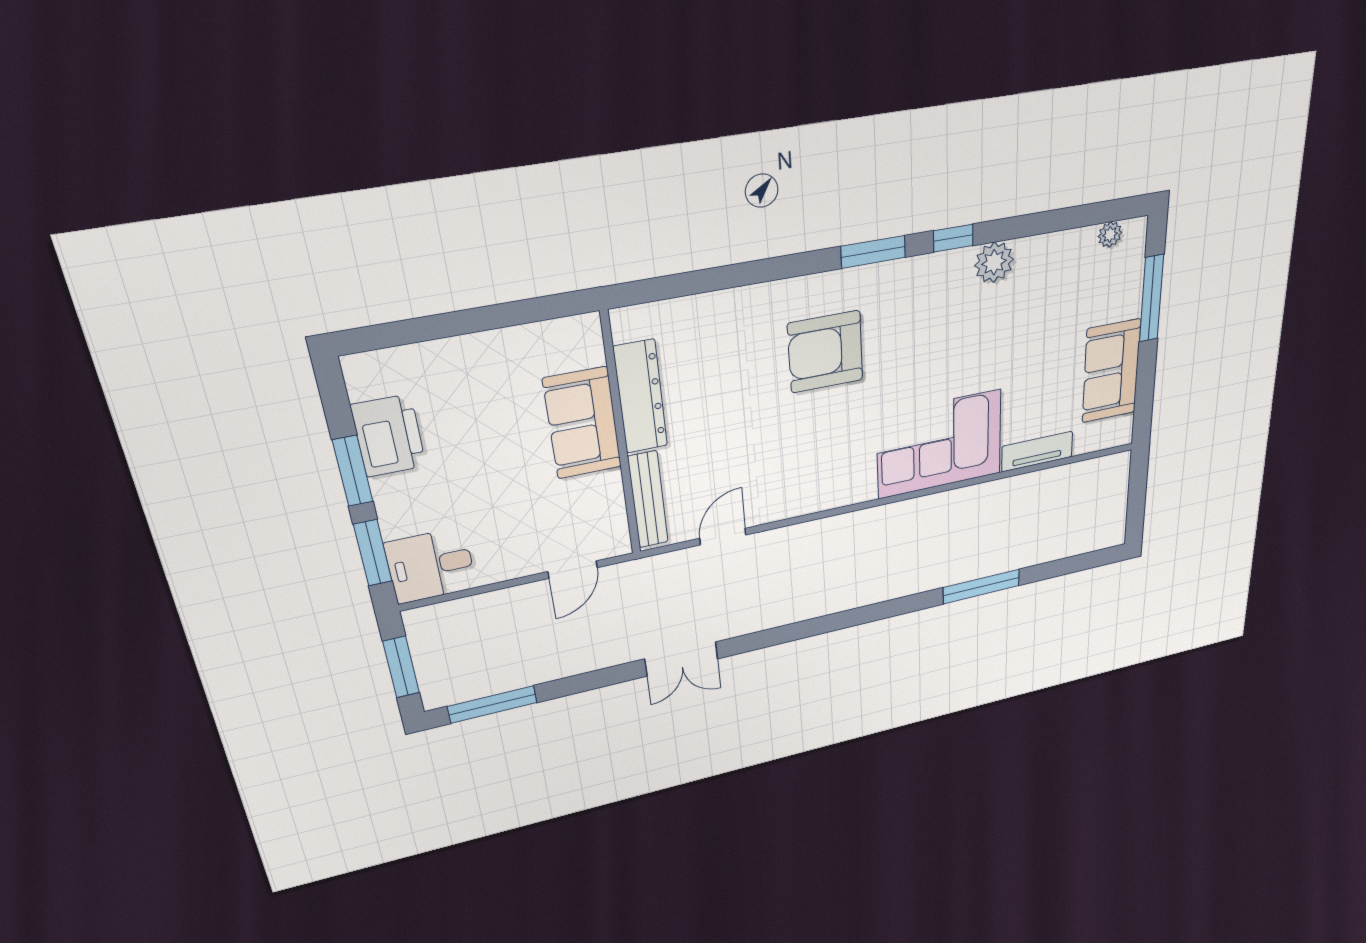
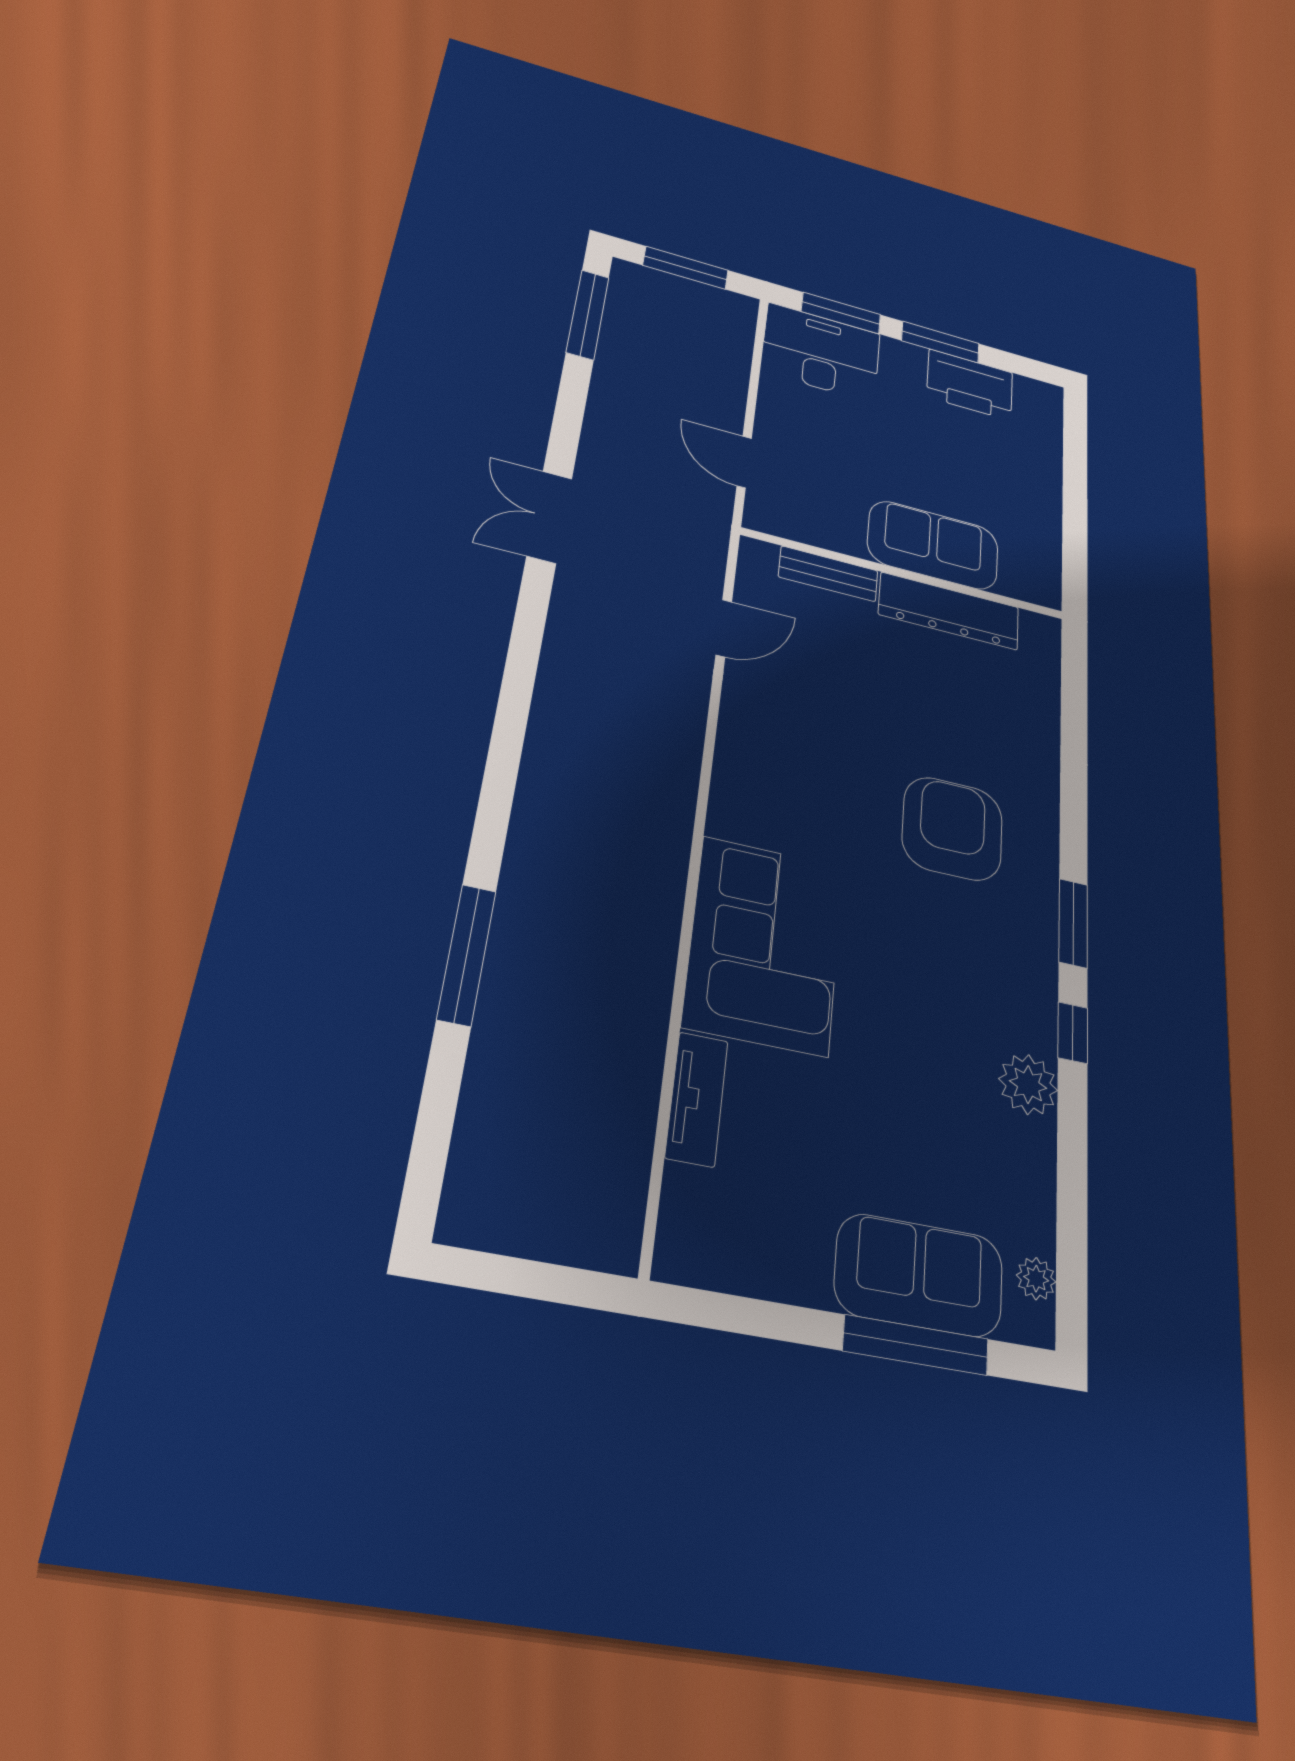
sofa: (1111, 371) -> (919, 1275), moved
bench: (648, 500) -> (828, 574), width x0.73
door: (723, 537) -> (724, 628), hinge flipped
desk: (431, 566) -> (821, 352), width x1.37

